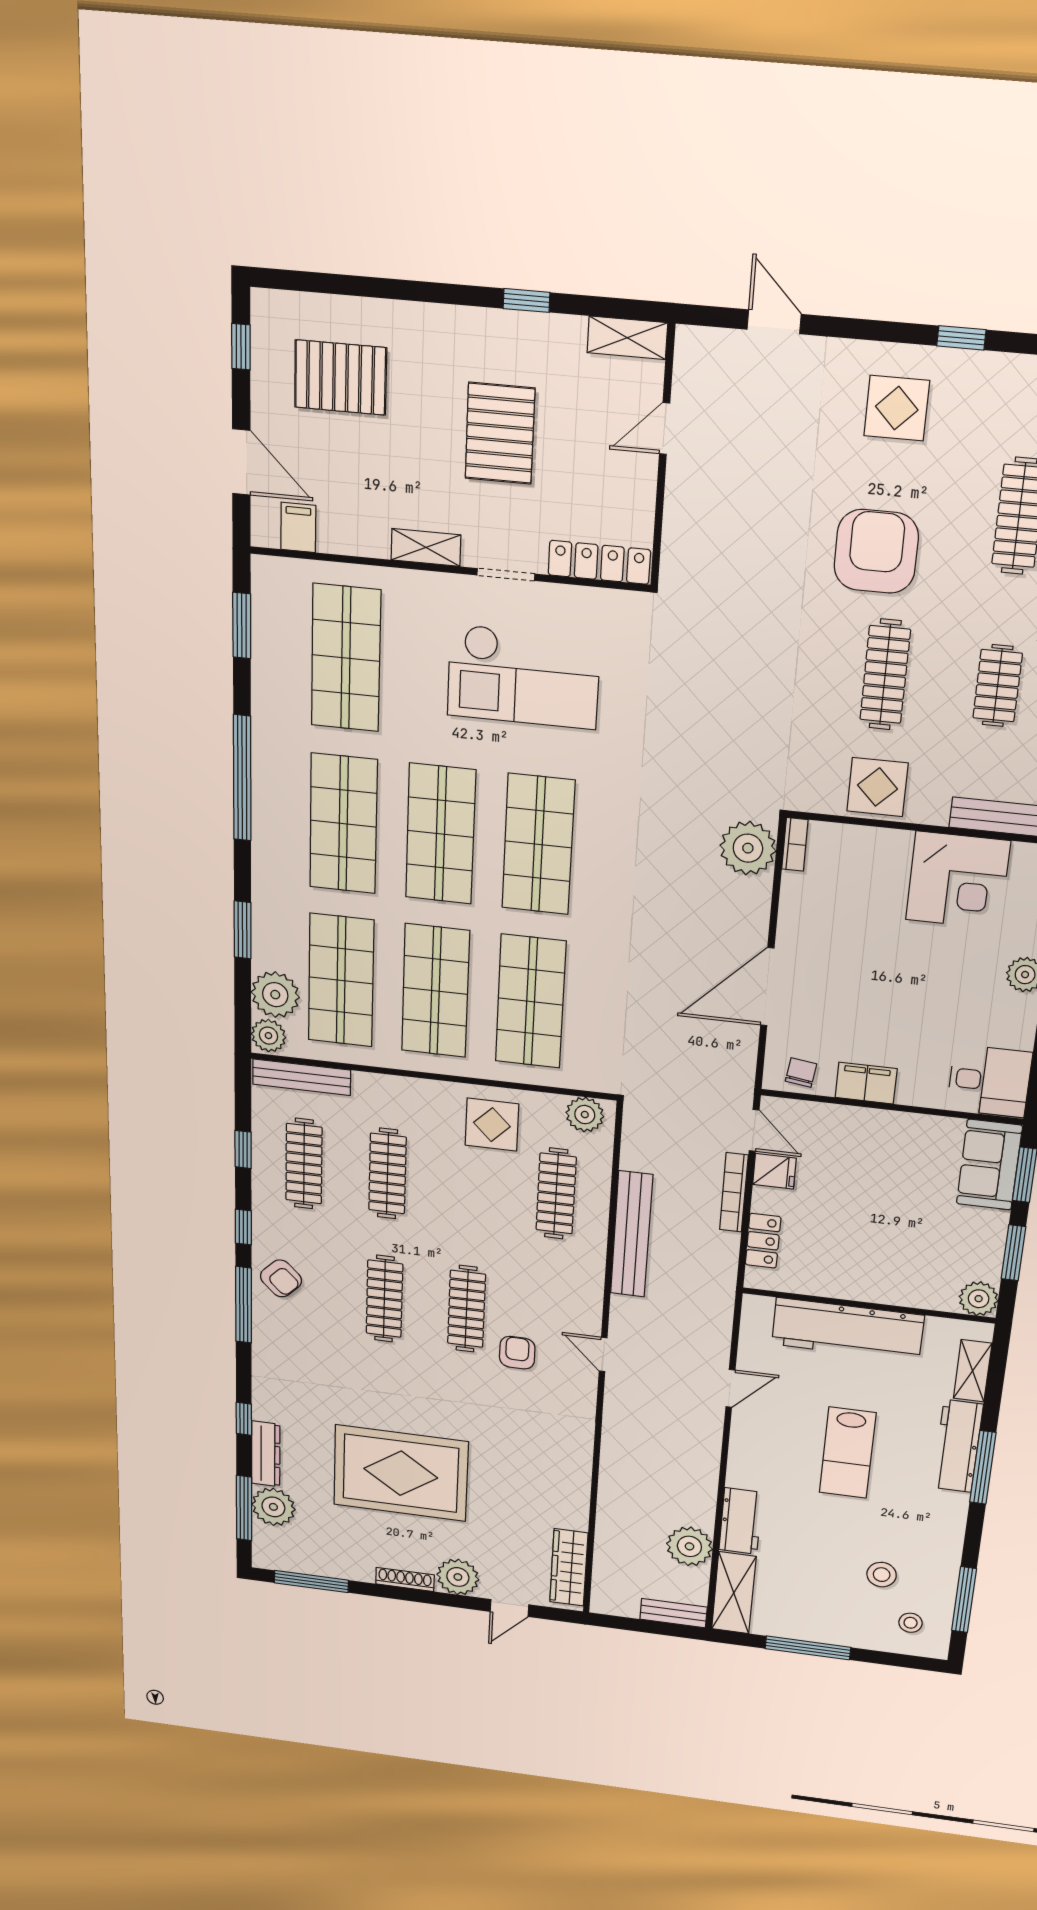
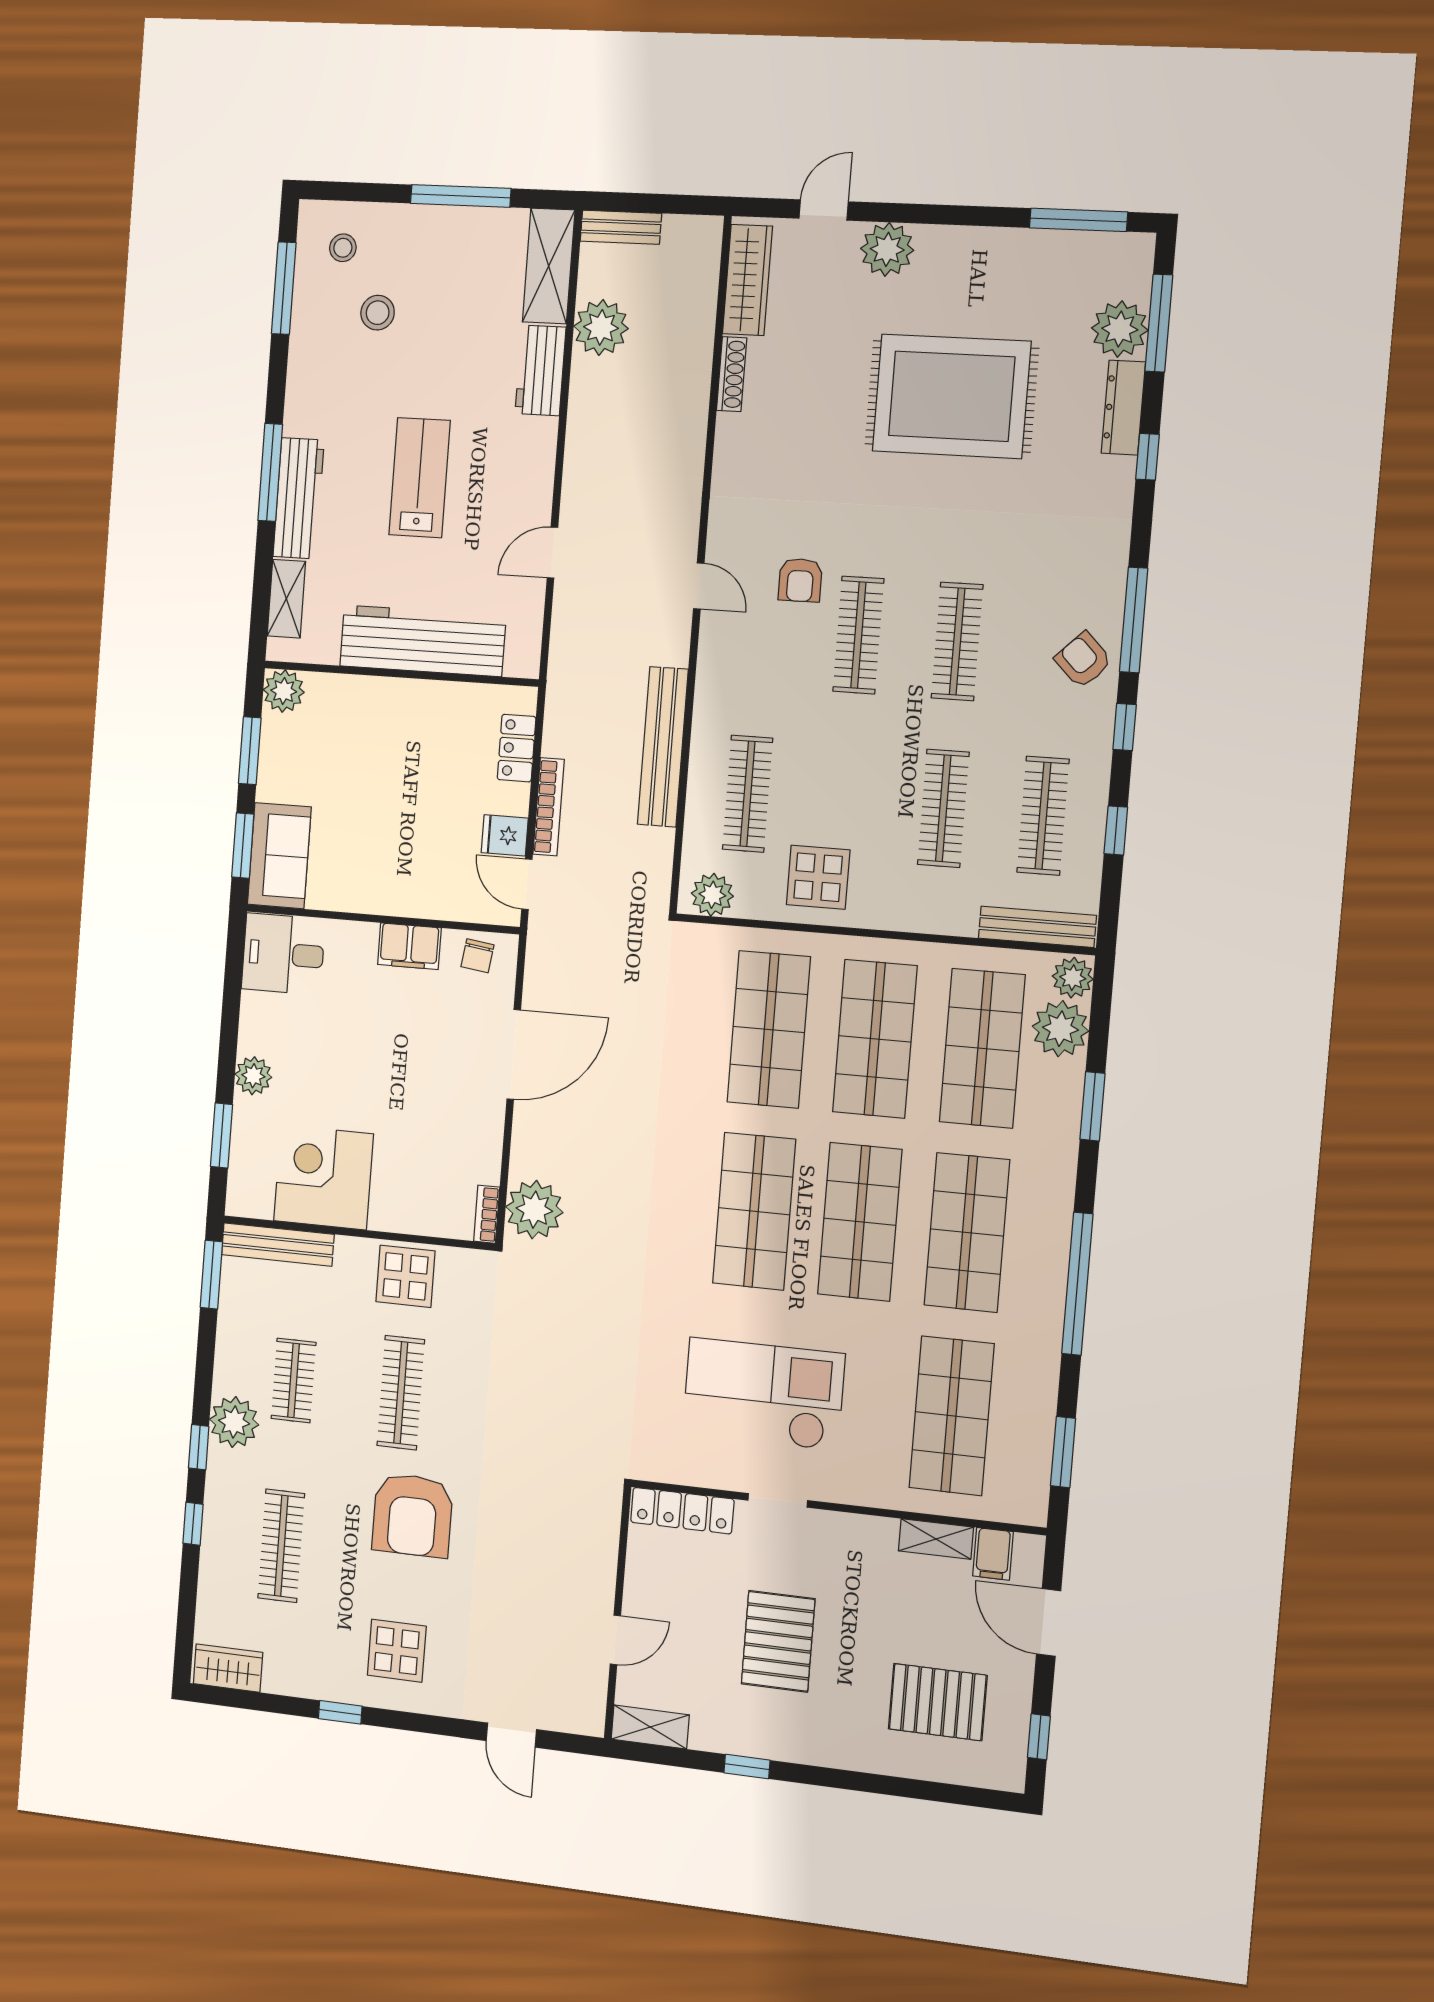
shelving: (426, 547) -> (936, 1539), moved
shoe rack: (405, 1579) -> (732, 374), moved, turned -90

